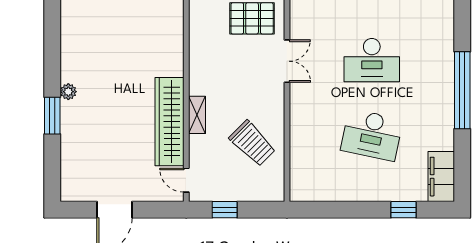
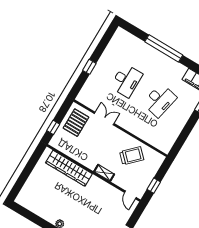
wardrobe: (169, 122) -> (69, 168), moved
door: (186, 180) -> (130, 195), hinge flipped

